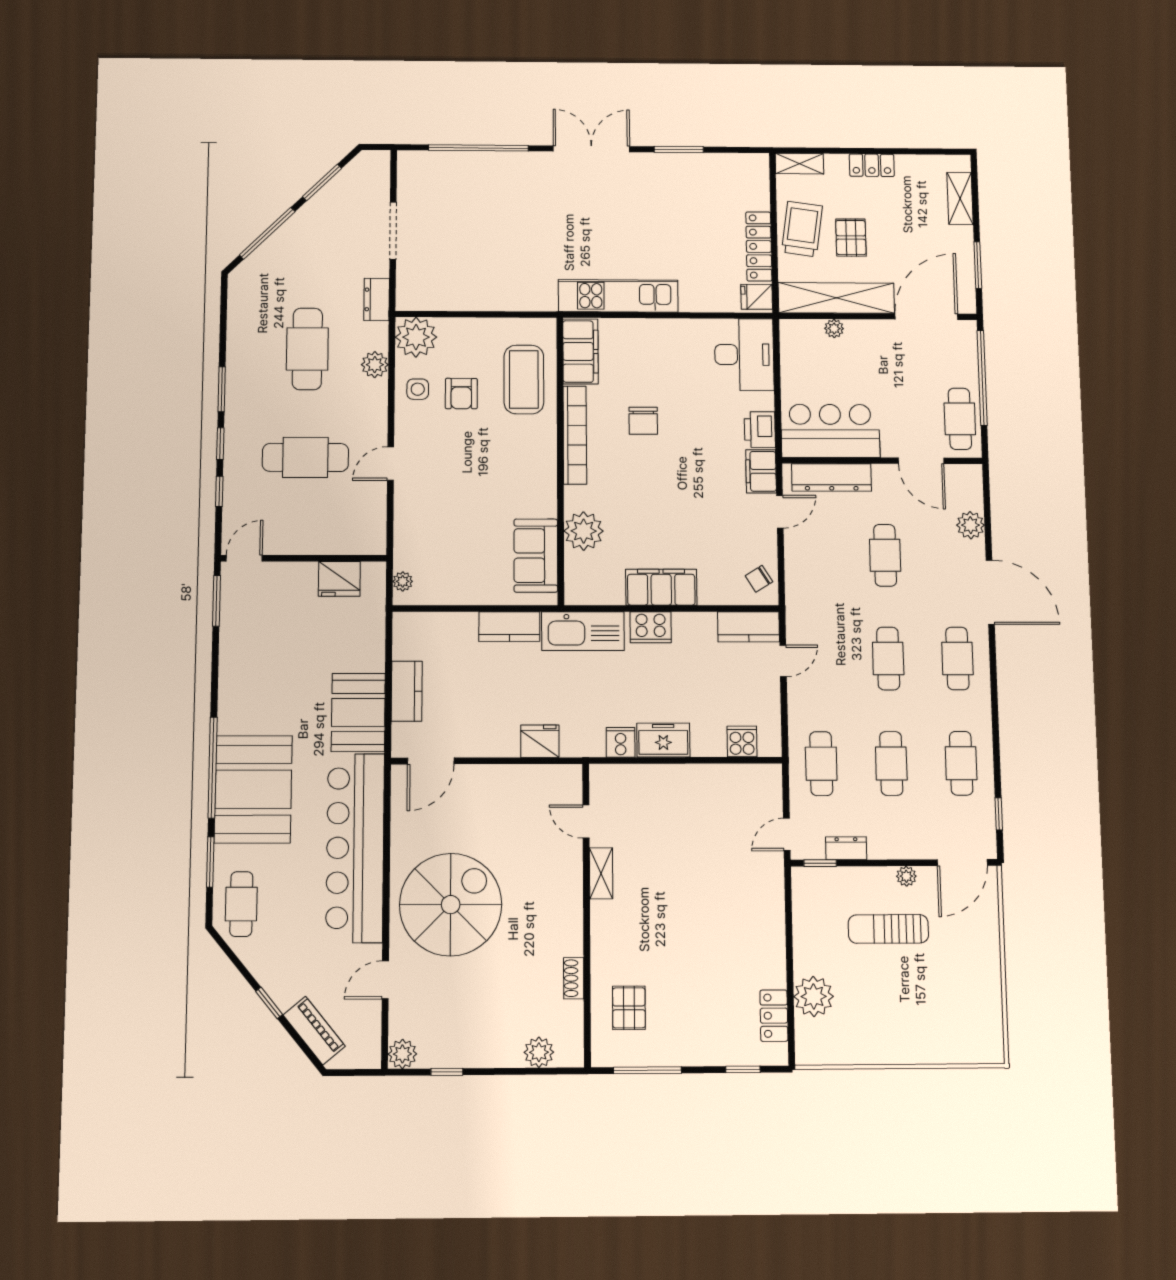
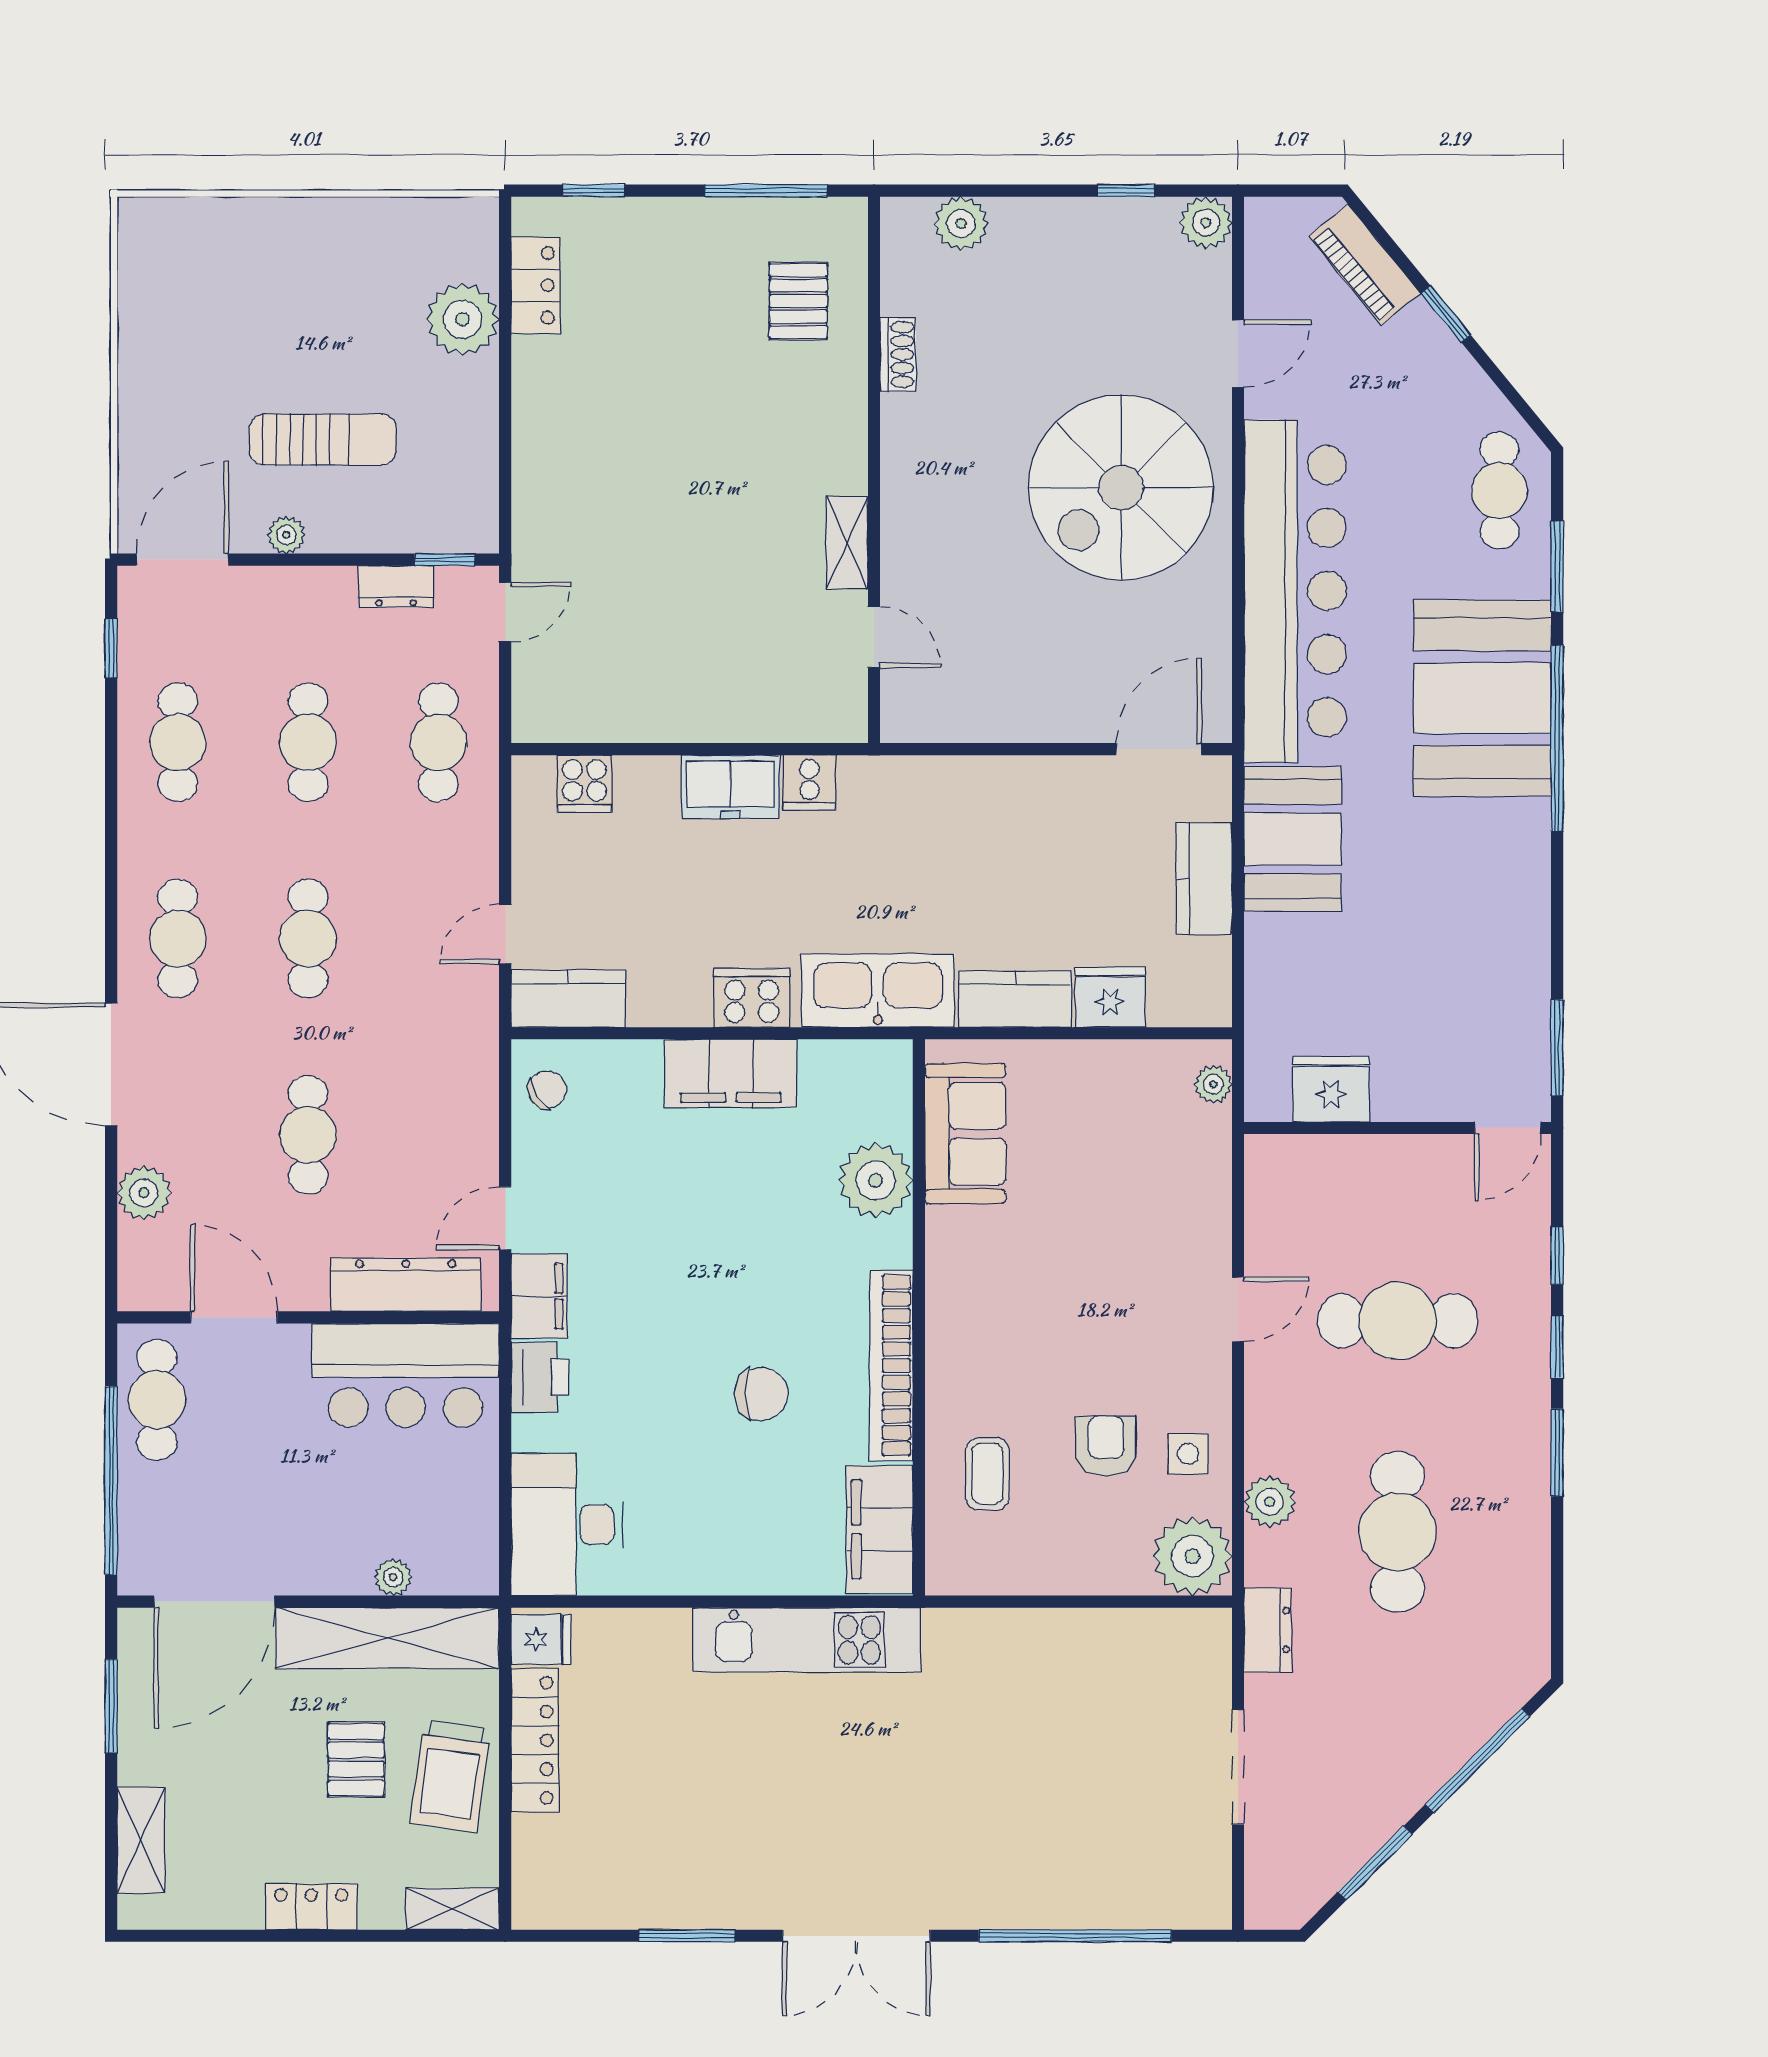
coffee table: (524, 379) -> (987, 1474), width x0.54, depth x0.58
chair: (643, 421) -> (761, 1394), turned 90
fridge: (540, 741) -> (1110, 997), moved, turned 180

